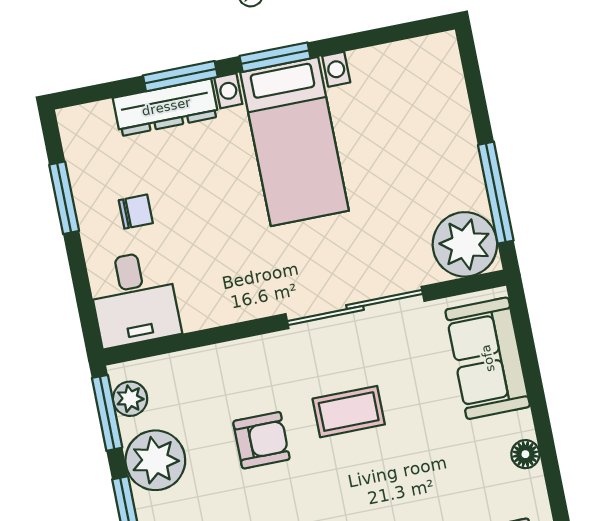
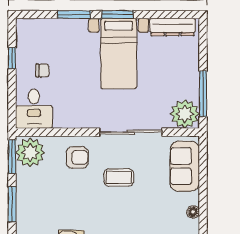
dresser: (166, 107) -> (173, 27), moved
window: (64, 198) -> (12, 58), width x0.67
plant: (130, 399) -> (30, 153), width x1.88, depth x1.88
armchair: (261, 440) -> (77, 157), moved
plant: (155, 460) -> (29, 182), removed

